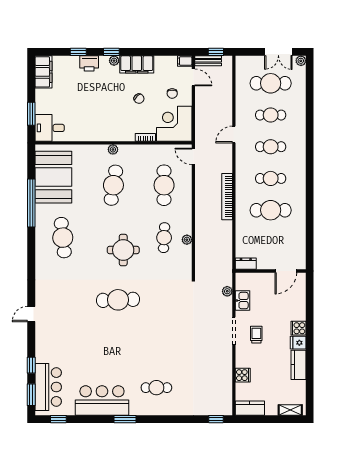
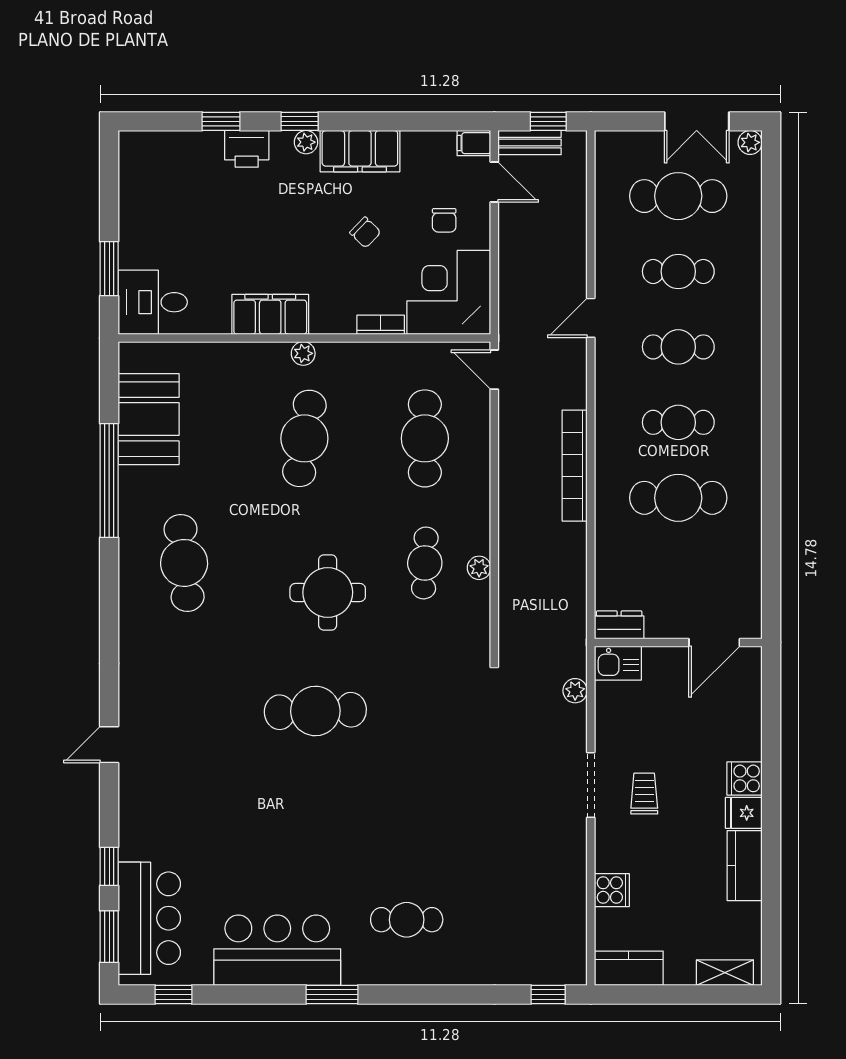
filing cabinet: (43, 72) -> (270, 314), moved, turned -90
booth: (53, 177) -> (149, 419), width x0.73, depth x0.70
kitchen sink: (243, 301) -> (618, 663), moved, turned 90

